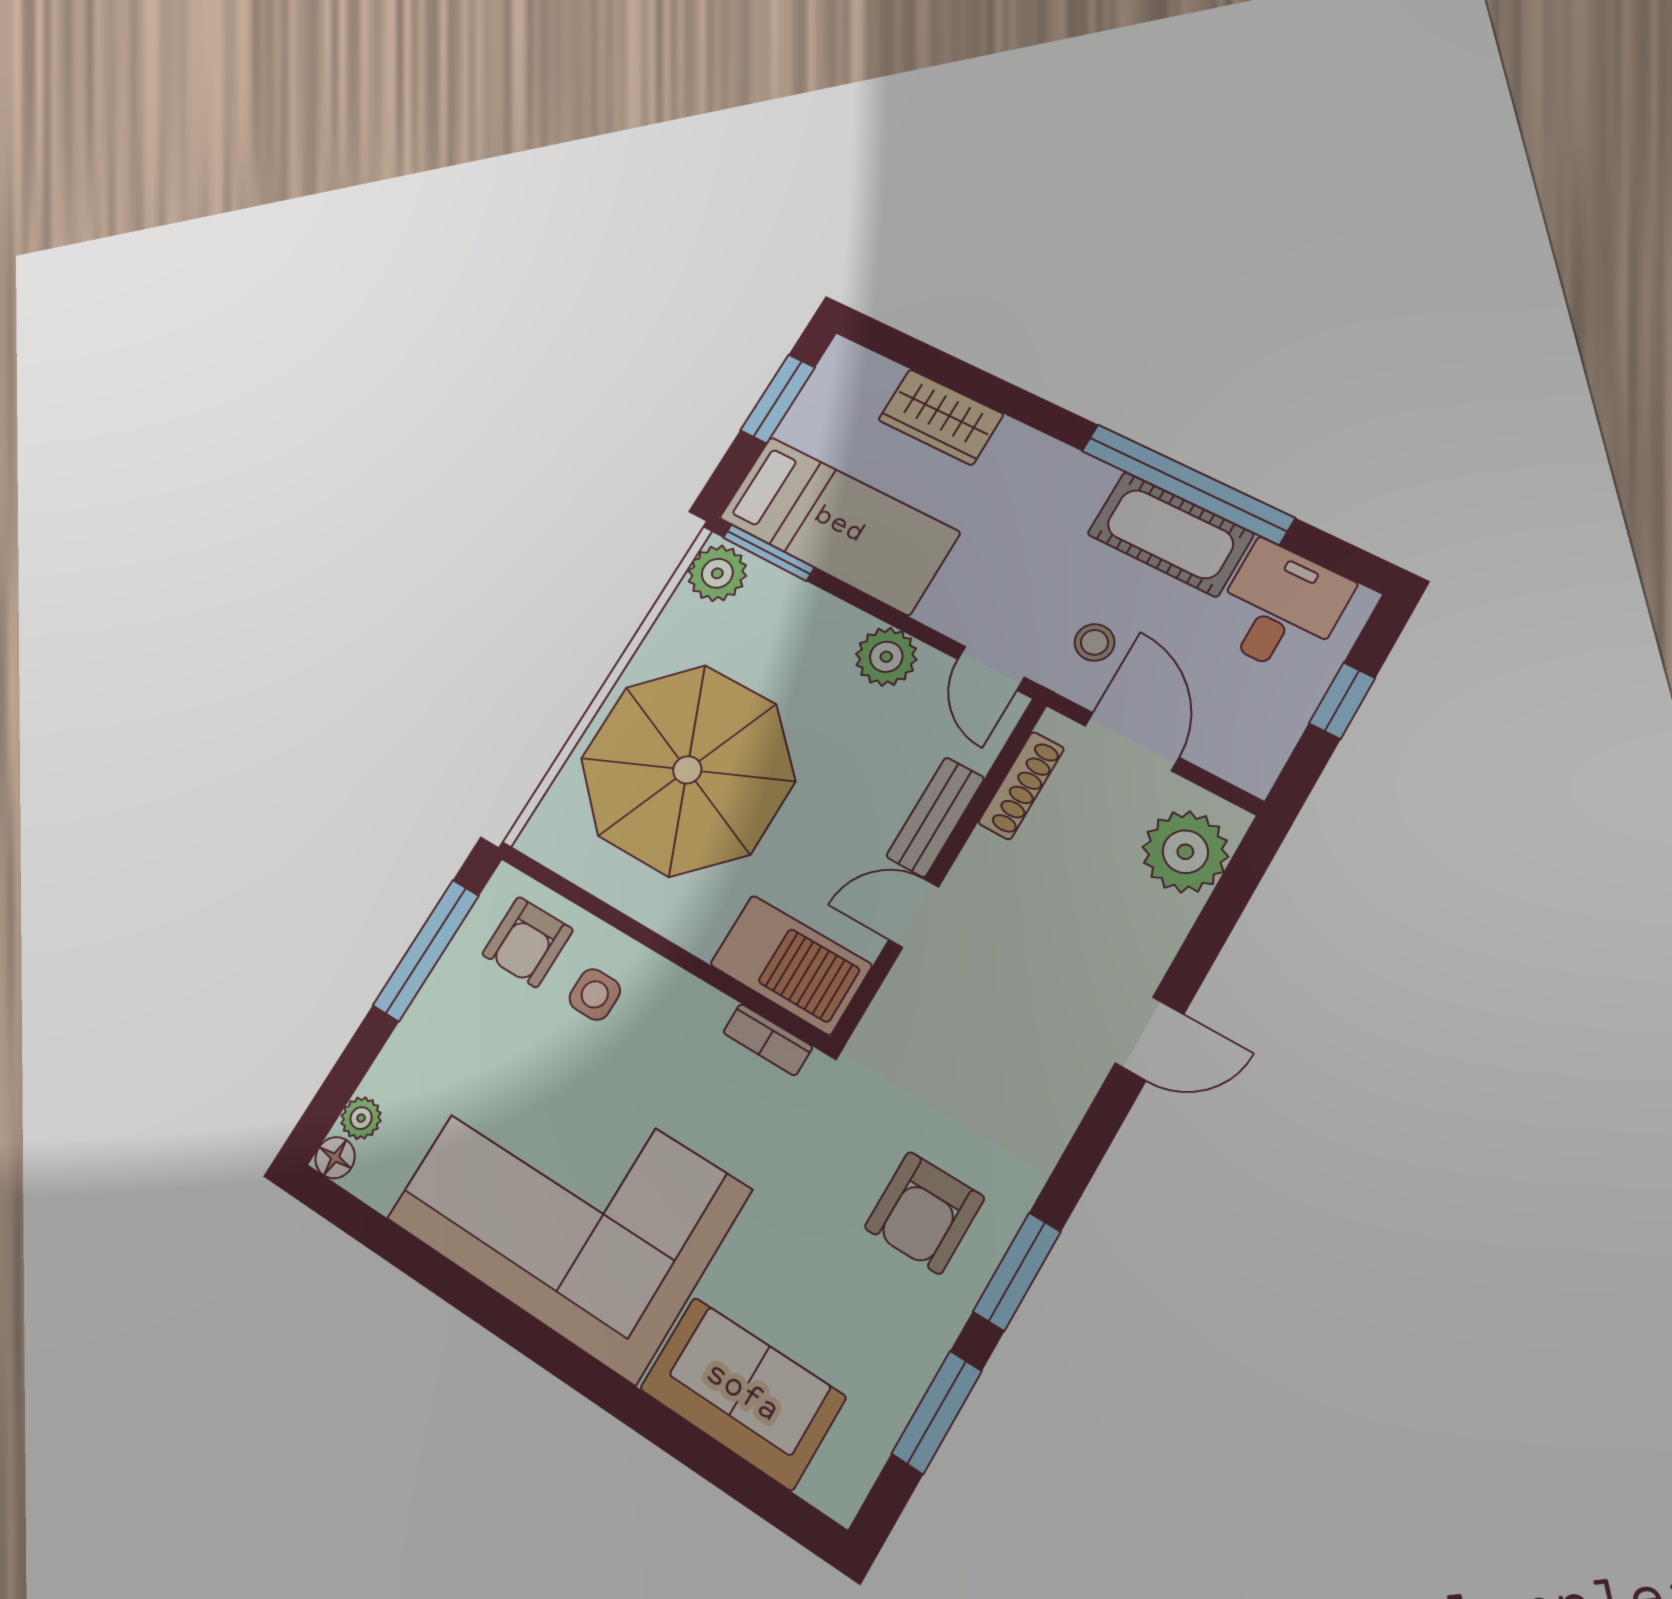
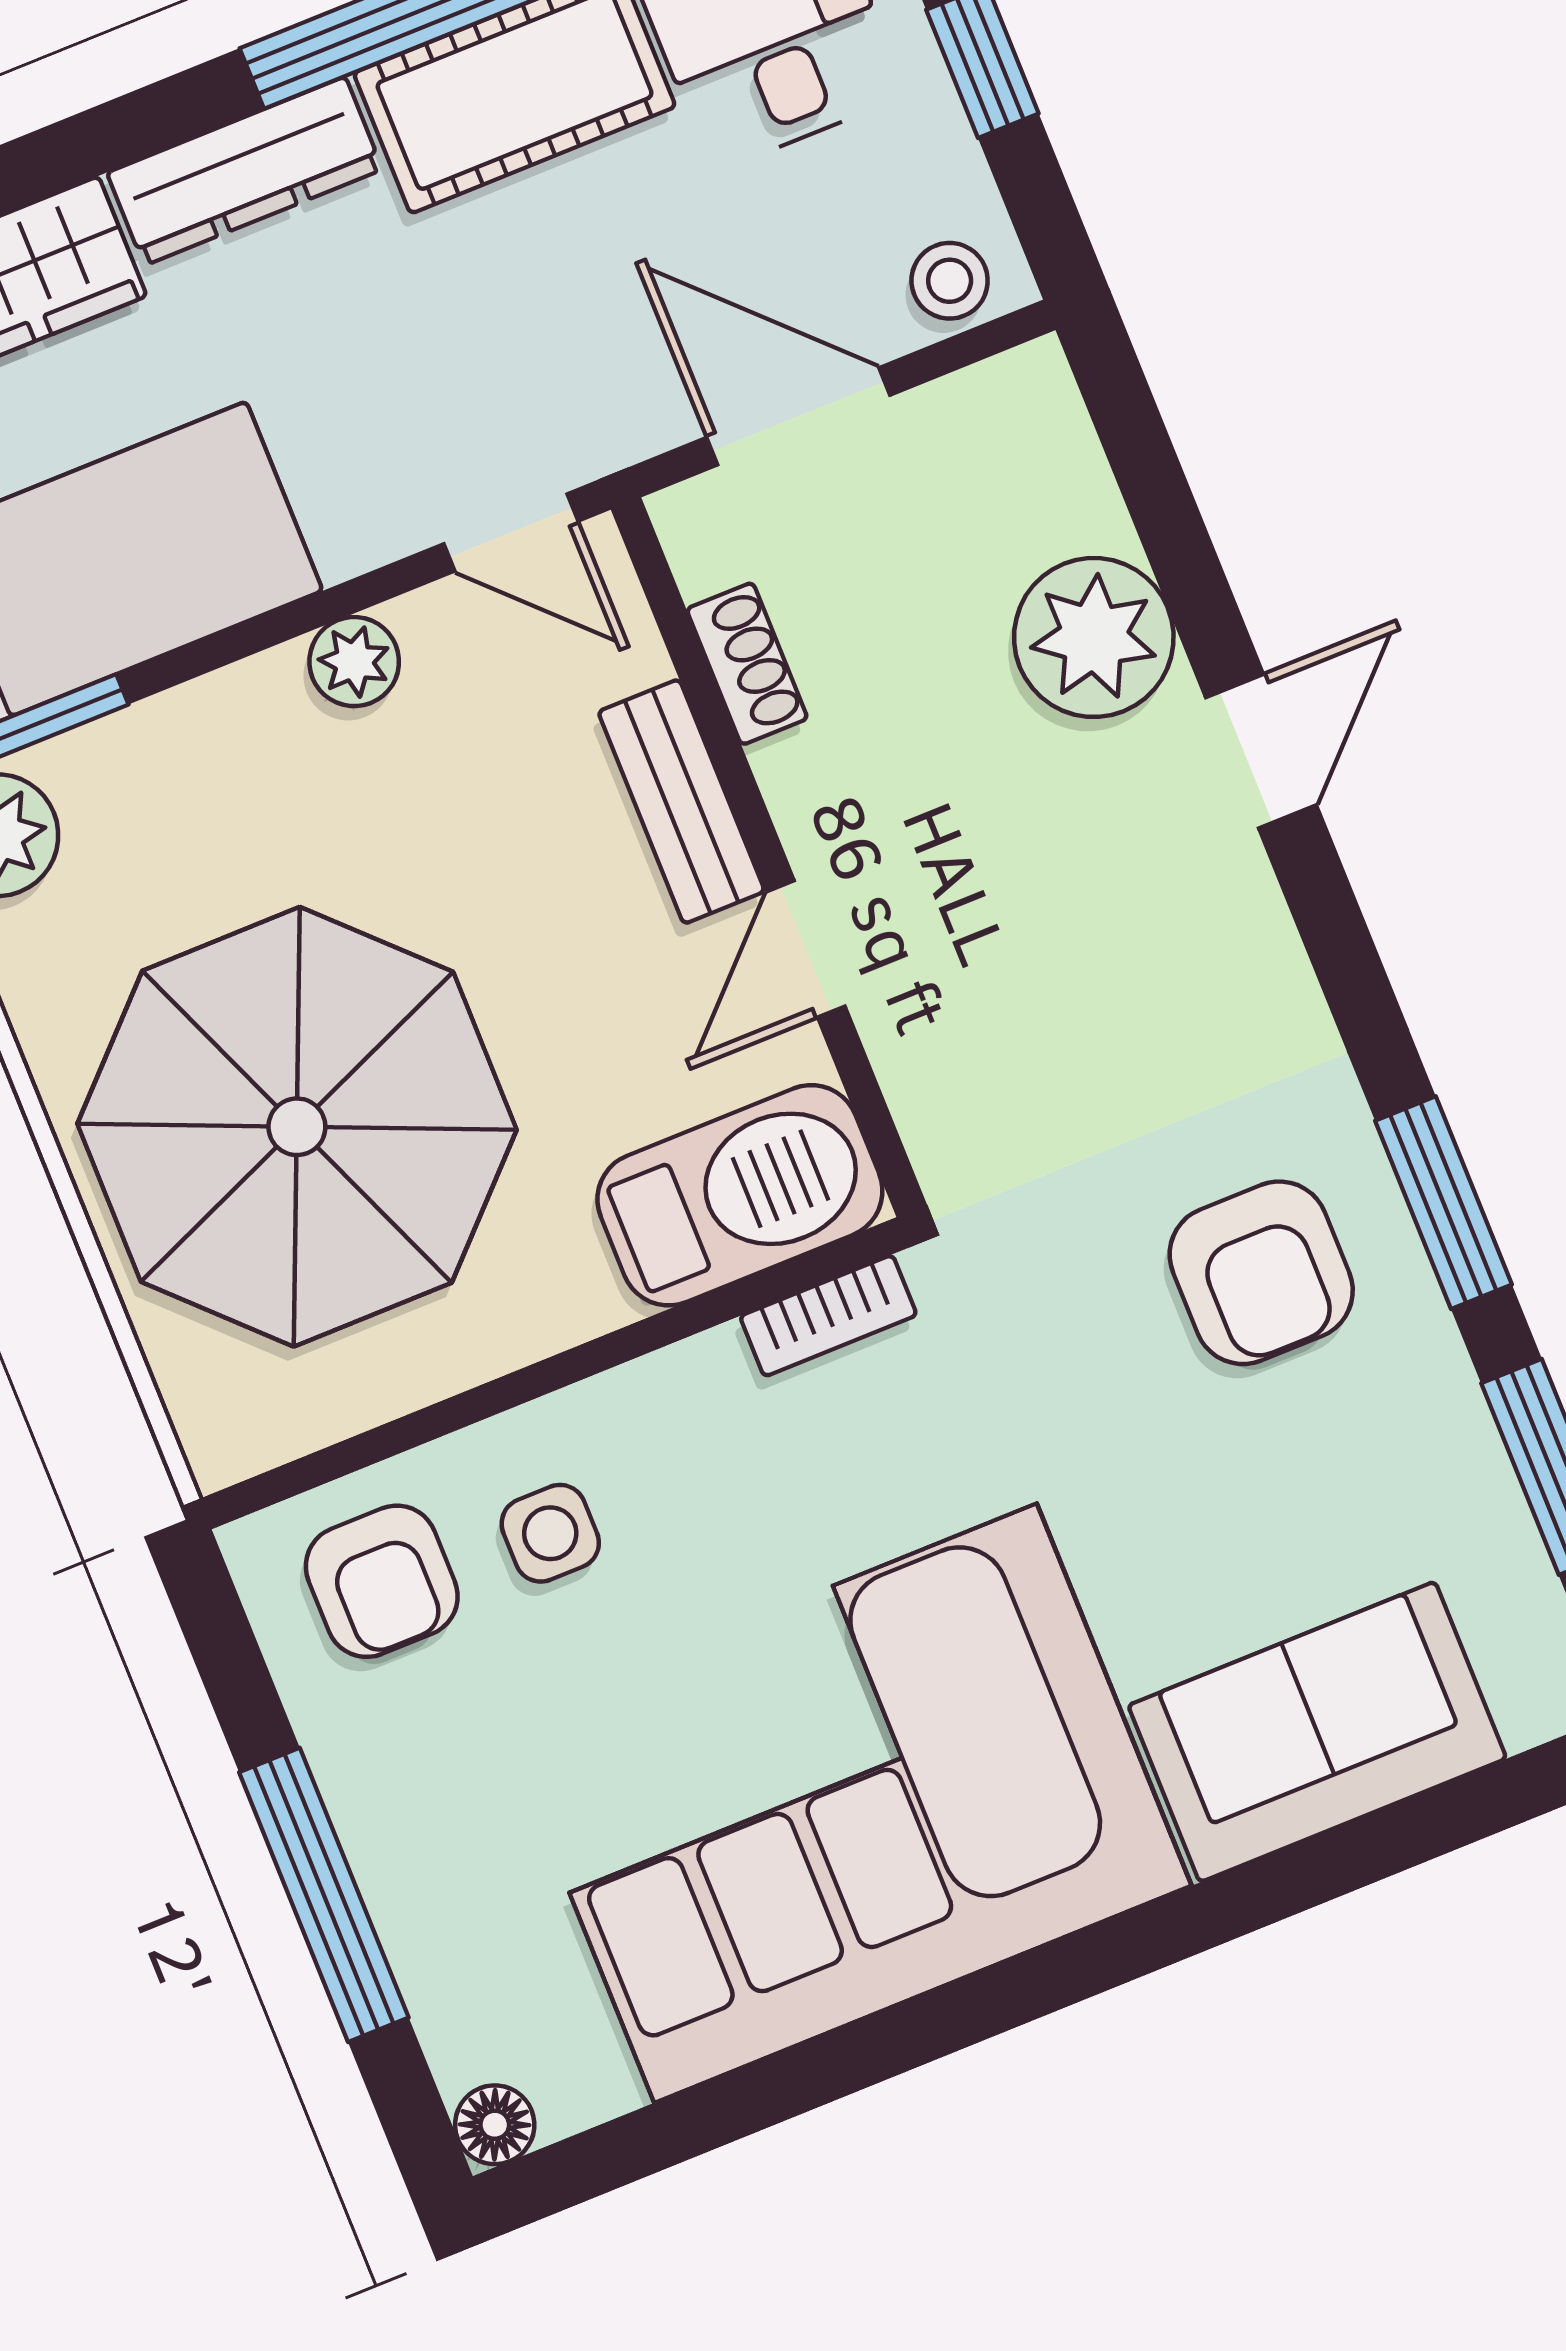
dresser: (1051, 463) -> (245, 171), added
stool: (1095, 642) -> (950, 281), moved
plant: (886, 657) -> (354, 662), width x0.73, depth x0.73
shoe rack: (1021, 786) -> (747, 664), width x0.70
plant: (1185, 852) -> (1094, 637), moved
window: (426, 950) -> (324, 1895), moved
plant: (361, 1118) -> (463, 2041), removed

